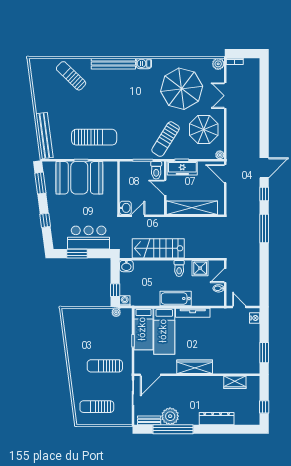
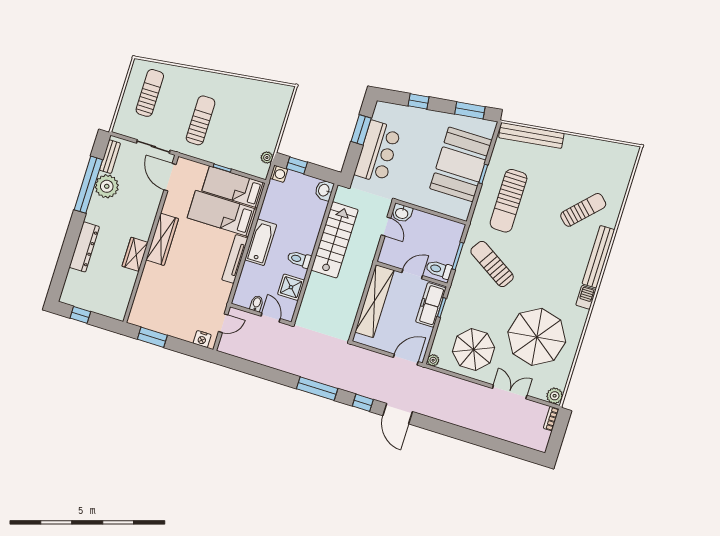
sun lounger: (71, 76) -> (583, 210), moved
sun lounger: (166, 139) -> (492, 264), moved
wardrobe: (235, 382) -> (135, 254), moved

